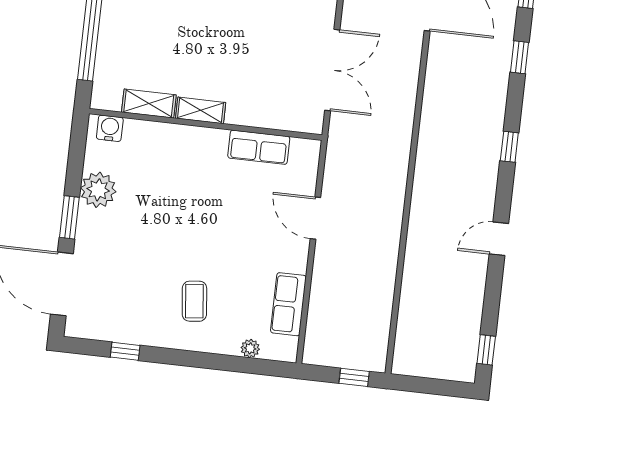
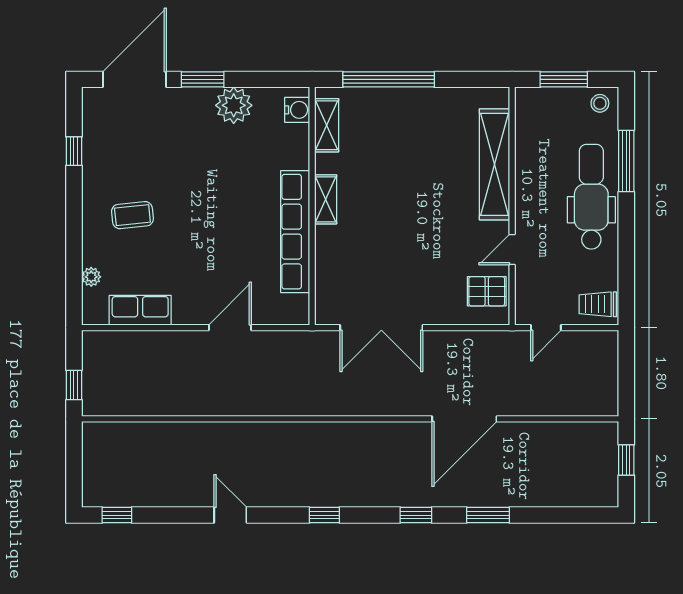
shelving: (149, 104) -> (327, 125), moved
row of seats: (259, 147) -> (295, 232), width x2.02

